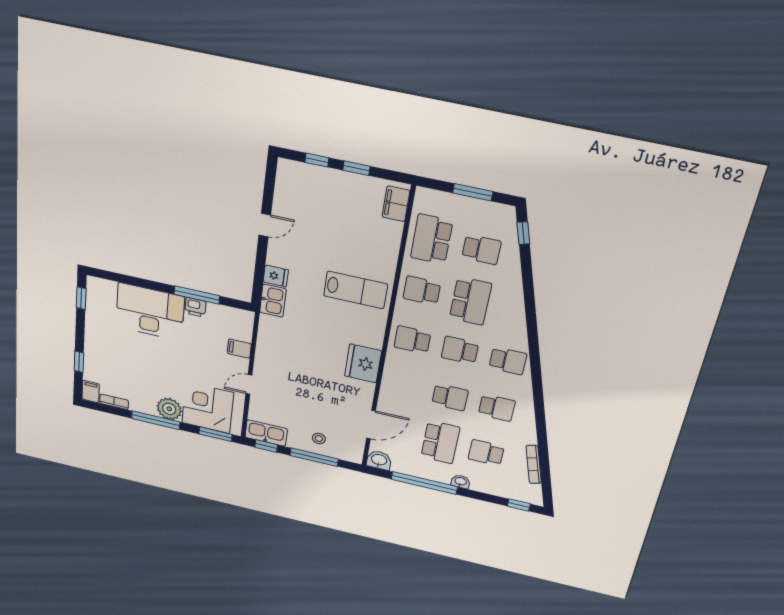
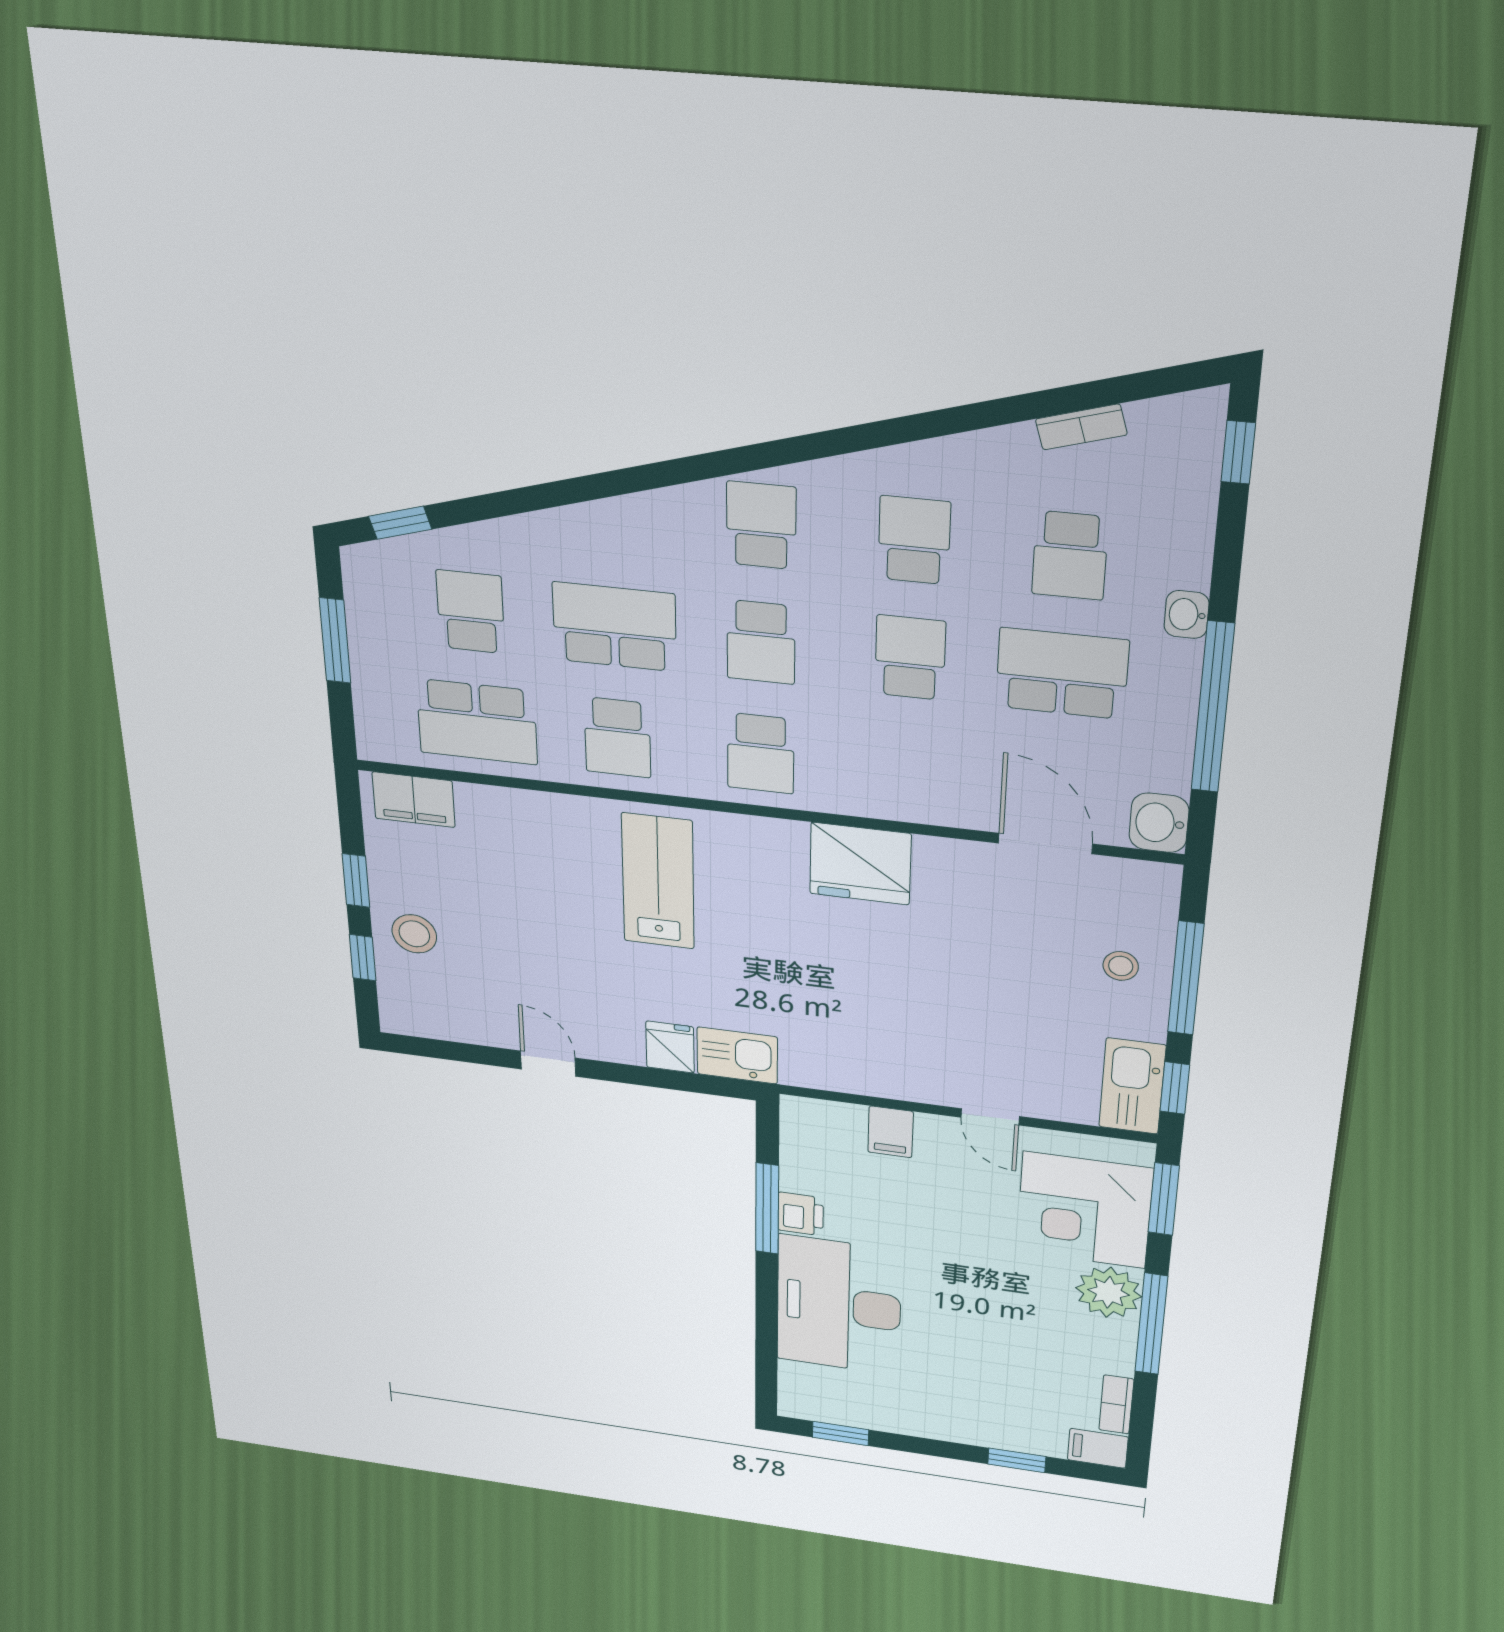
stool: (329, 186) -> (414, 934), added
bookcase: (534, 464) -> (1081, 427), width x0.64

